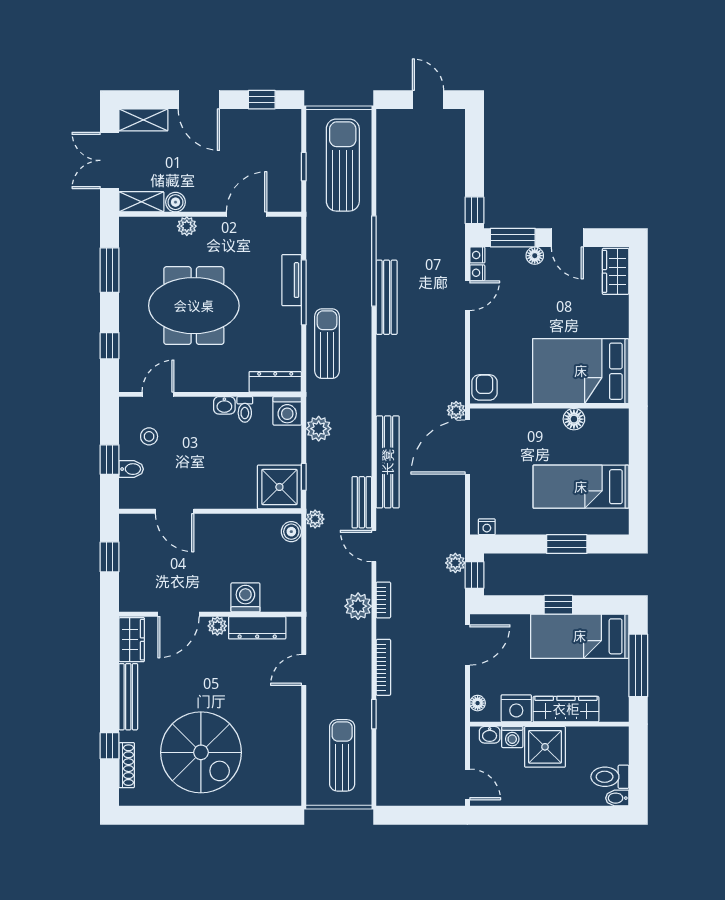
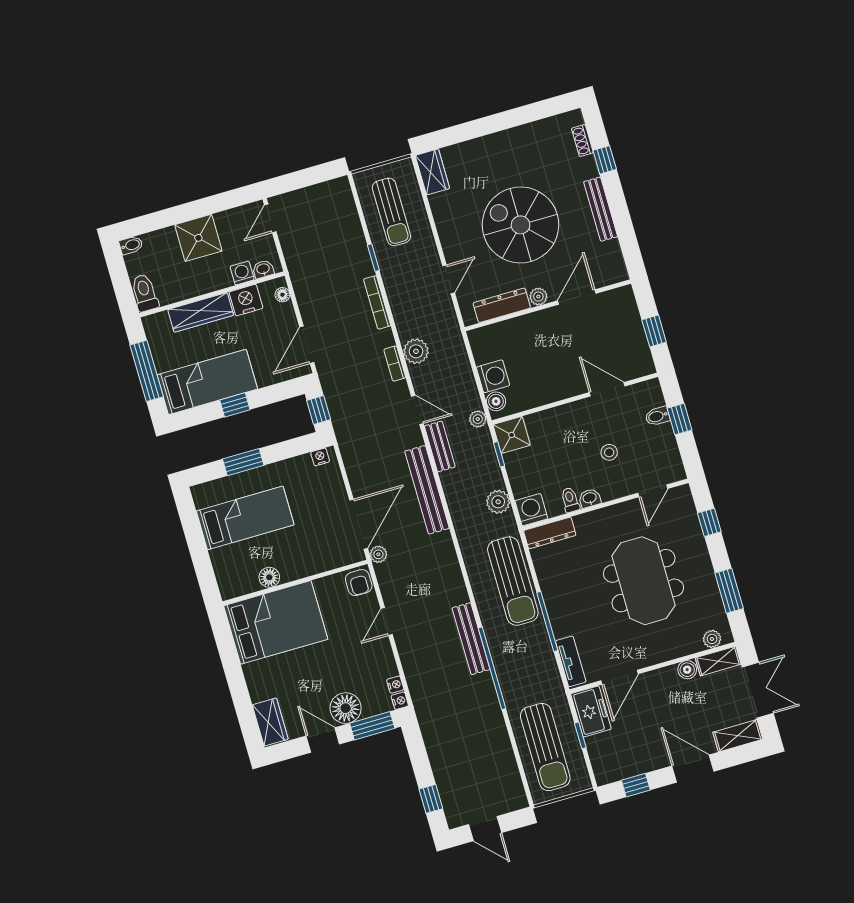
freezer: (286, 188) -> (591, 711), added
window: (474, 210) -> (431, 799), moved
plant: (187, 226) -> (712, 639), moved
floor lamp: (535, 256) -> (346, 708), width x1.89, depth x1.89
tv unit: (292, 280) -> (571, 661), moved
door: (467, 296) -> (387, 621), moved
meeting table: (194, 306) -> (643, 581), turned 90
sun lounger: (327, 344) -> (513, 581), width x1.36, depth x1.34
stool: (149, 436) -> (609, 452), moved
shower: (279, 487) -> (512, 435), width x0.73, depth x0.73
plant: (455, 563) -> (339, 416), removed
washing machine: (245, 597) -> (493, 376), moved, turned -90
wardrobe: (132, 640) -> (432, 172), moved, turned 180
shower: (545, 747) -> (198, 238), moved
spiral stairs: (201, 752) -> (521, 225), moved
shoe rack: (127, 765) -> (582, 141), width x0.70
toilet: (610, 777) -> (145, 293), moved, turned -90
door: (467, 784) -> (270, 218), hinge flipped

